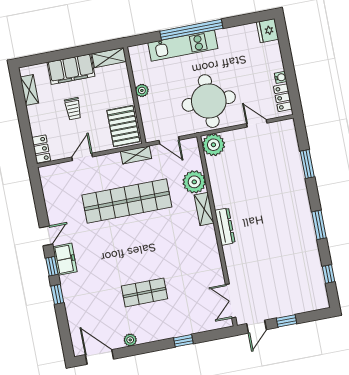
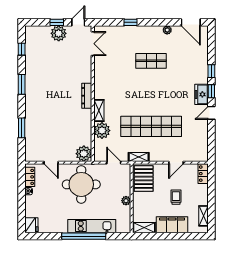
plant: (281, 306) -> (59, 33), added

